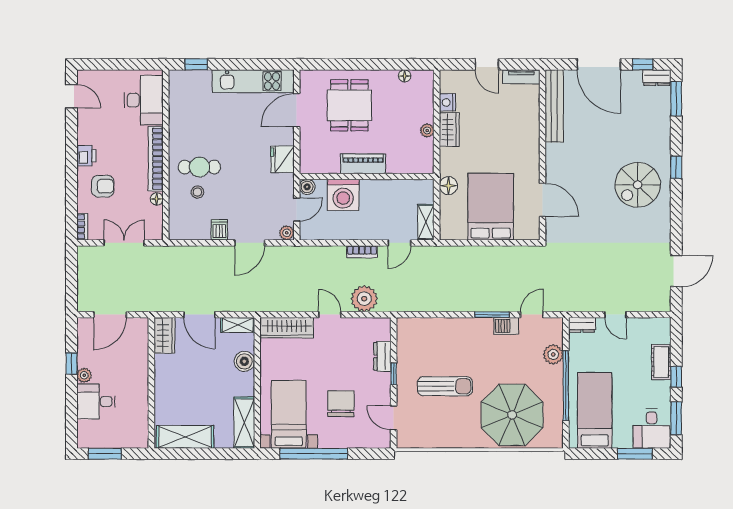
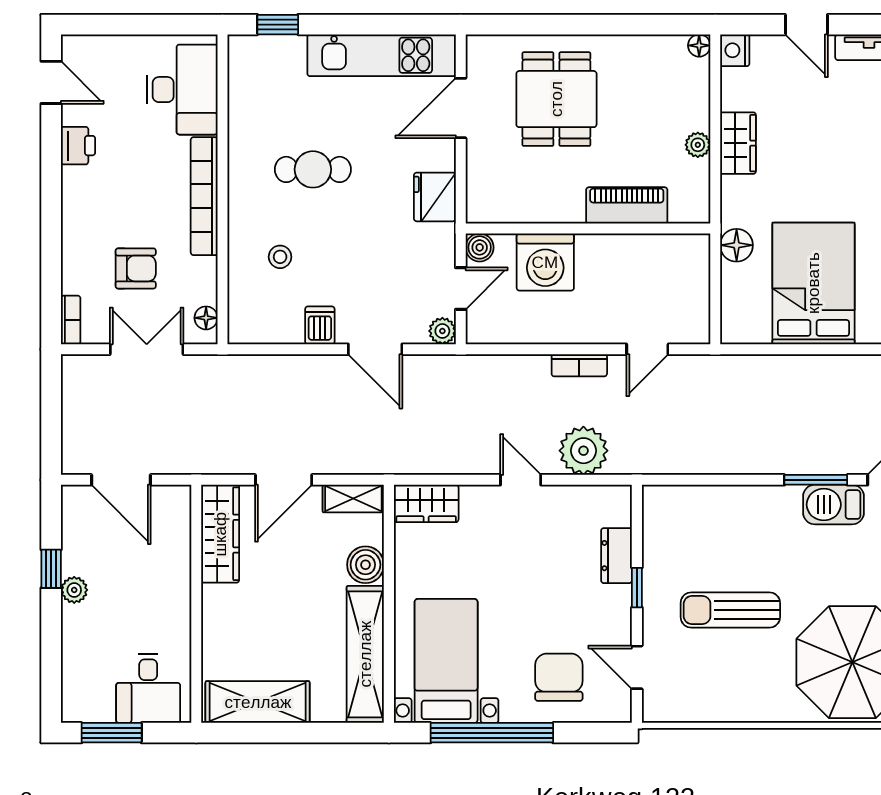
floor lamp: (405, 76) -> (699, 45), moved
nightstand: (447, 102) -> (735, 50), moved
printer: (86, 156) -> (78, 146), moved
piano: (363, 164) -> (627, 205), moved
cafe table: (199, 167) -> (313, 169), moved
armchair: (103, 186) -> (136, 268), moved
floor lamp: (157, 199) -> (206, 318), moved
shelving: (426, 222) -> (696, 312), removed
door: (250, 243) -> (375, 349), hinge flipped
door: (110, 315) -> (121, 480), hinge flipped
door: (199, 315) -> (284, 480), hinge flipped
barbecue: (506, 326) -> (833, 505), width x1.38, depth x1.27
wardrobe: (287, 328) -> (426, 503), width x0.67
wardrobe: (164, 335) -> (220, 534), width x1.50
sun lounger: (445, 386) -> (730, 610), turned 180
desk: (96, 402) -> (148, 688), moved, turned -90
chair: (341, 404) -> (559, 677), moved
shelving: (244, 423) -> (365, 654), width x1.47

